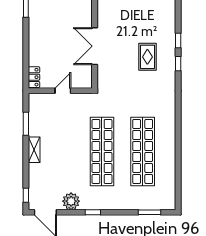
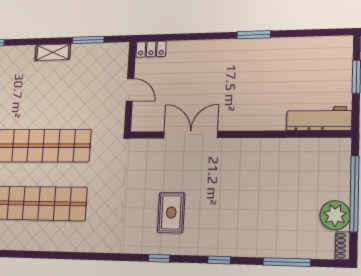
window: (178, 40) -> (219, 260), moved
rug: (147, 57) -> (171, 212), turned 90

